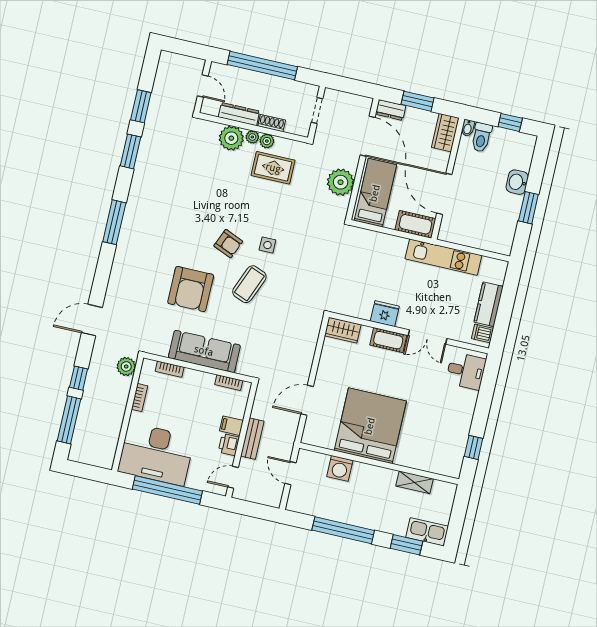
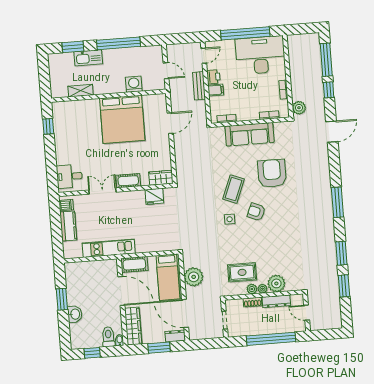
wardrobe: (445, 133) -> (133, 326), width x1.50
fridge: (385, 314) -> (154, 196), moved
kitchen sink: (427, 532) -> (88, 58), moved

